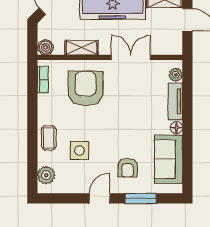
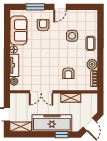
boiler: (46, 47) -> (92, 98), removed
armchair: (86, 88) -> (68, 73), width x0.53, depth x0.53
plant: (46, 175) -> (92, 64), moved

